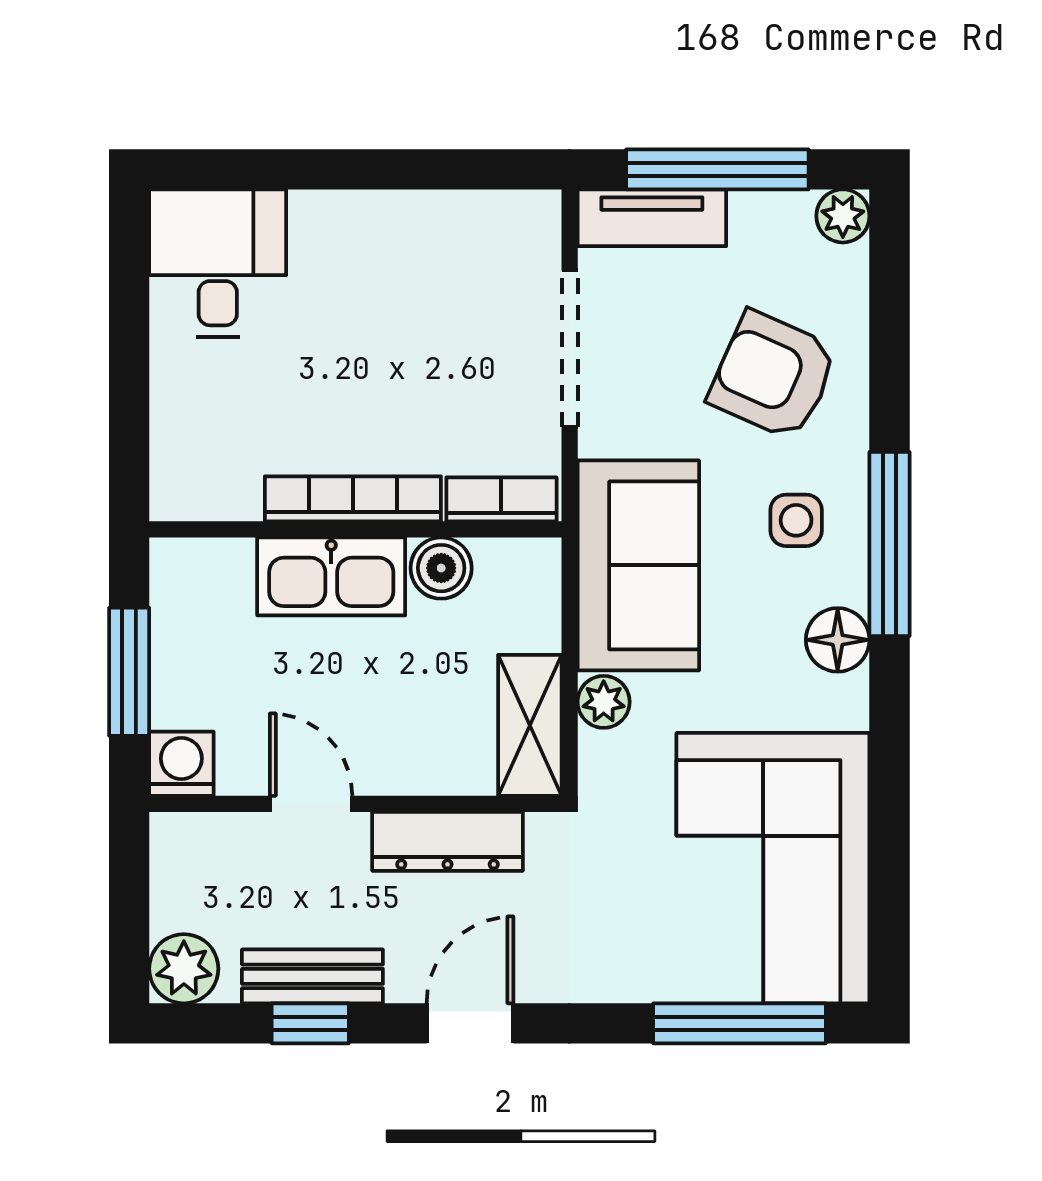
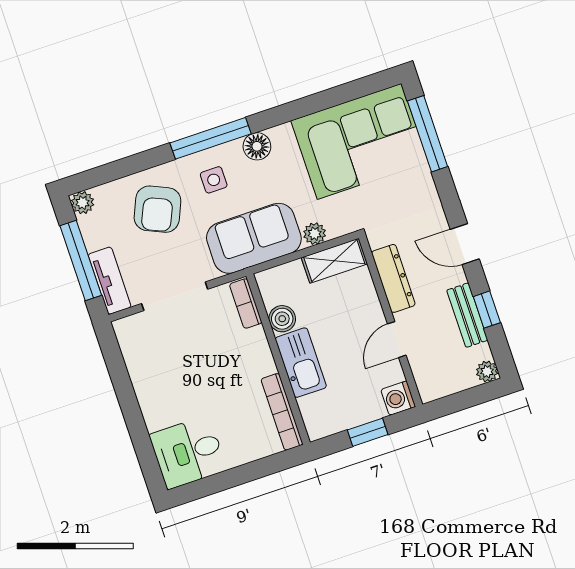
bookcase: (353, 499) -> (282, 412), moved
window: (129, 672) -> (368, 432), width x0.67
plant: (184, 969) -> (487, 371), width x0.73, depth x0.73

